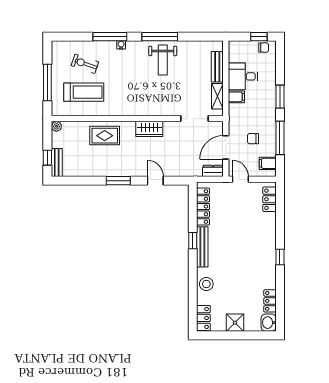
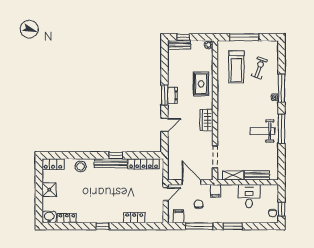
filing cabinet: (236, 97) -> (216, 191), moved
dresser: (213, 171) -> (172, 95), moved
locker: (269, 199) -> (134, 218), moved

